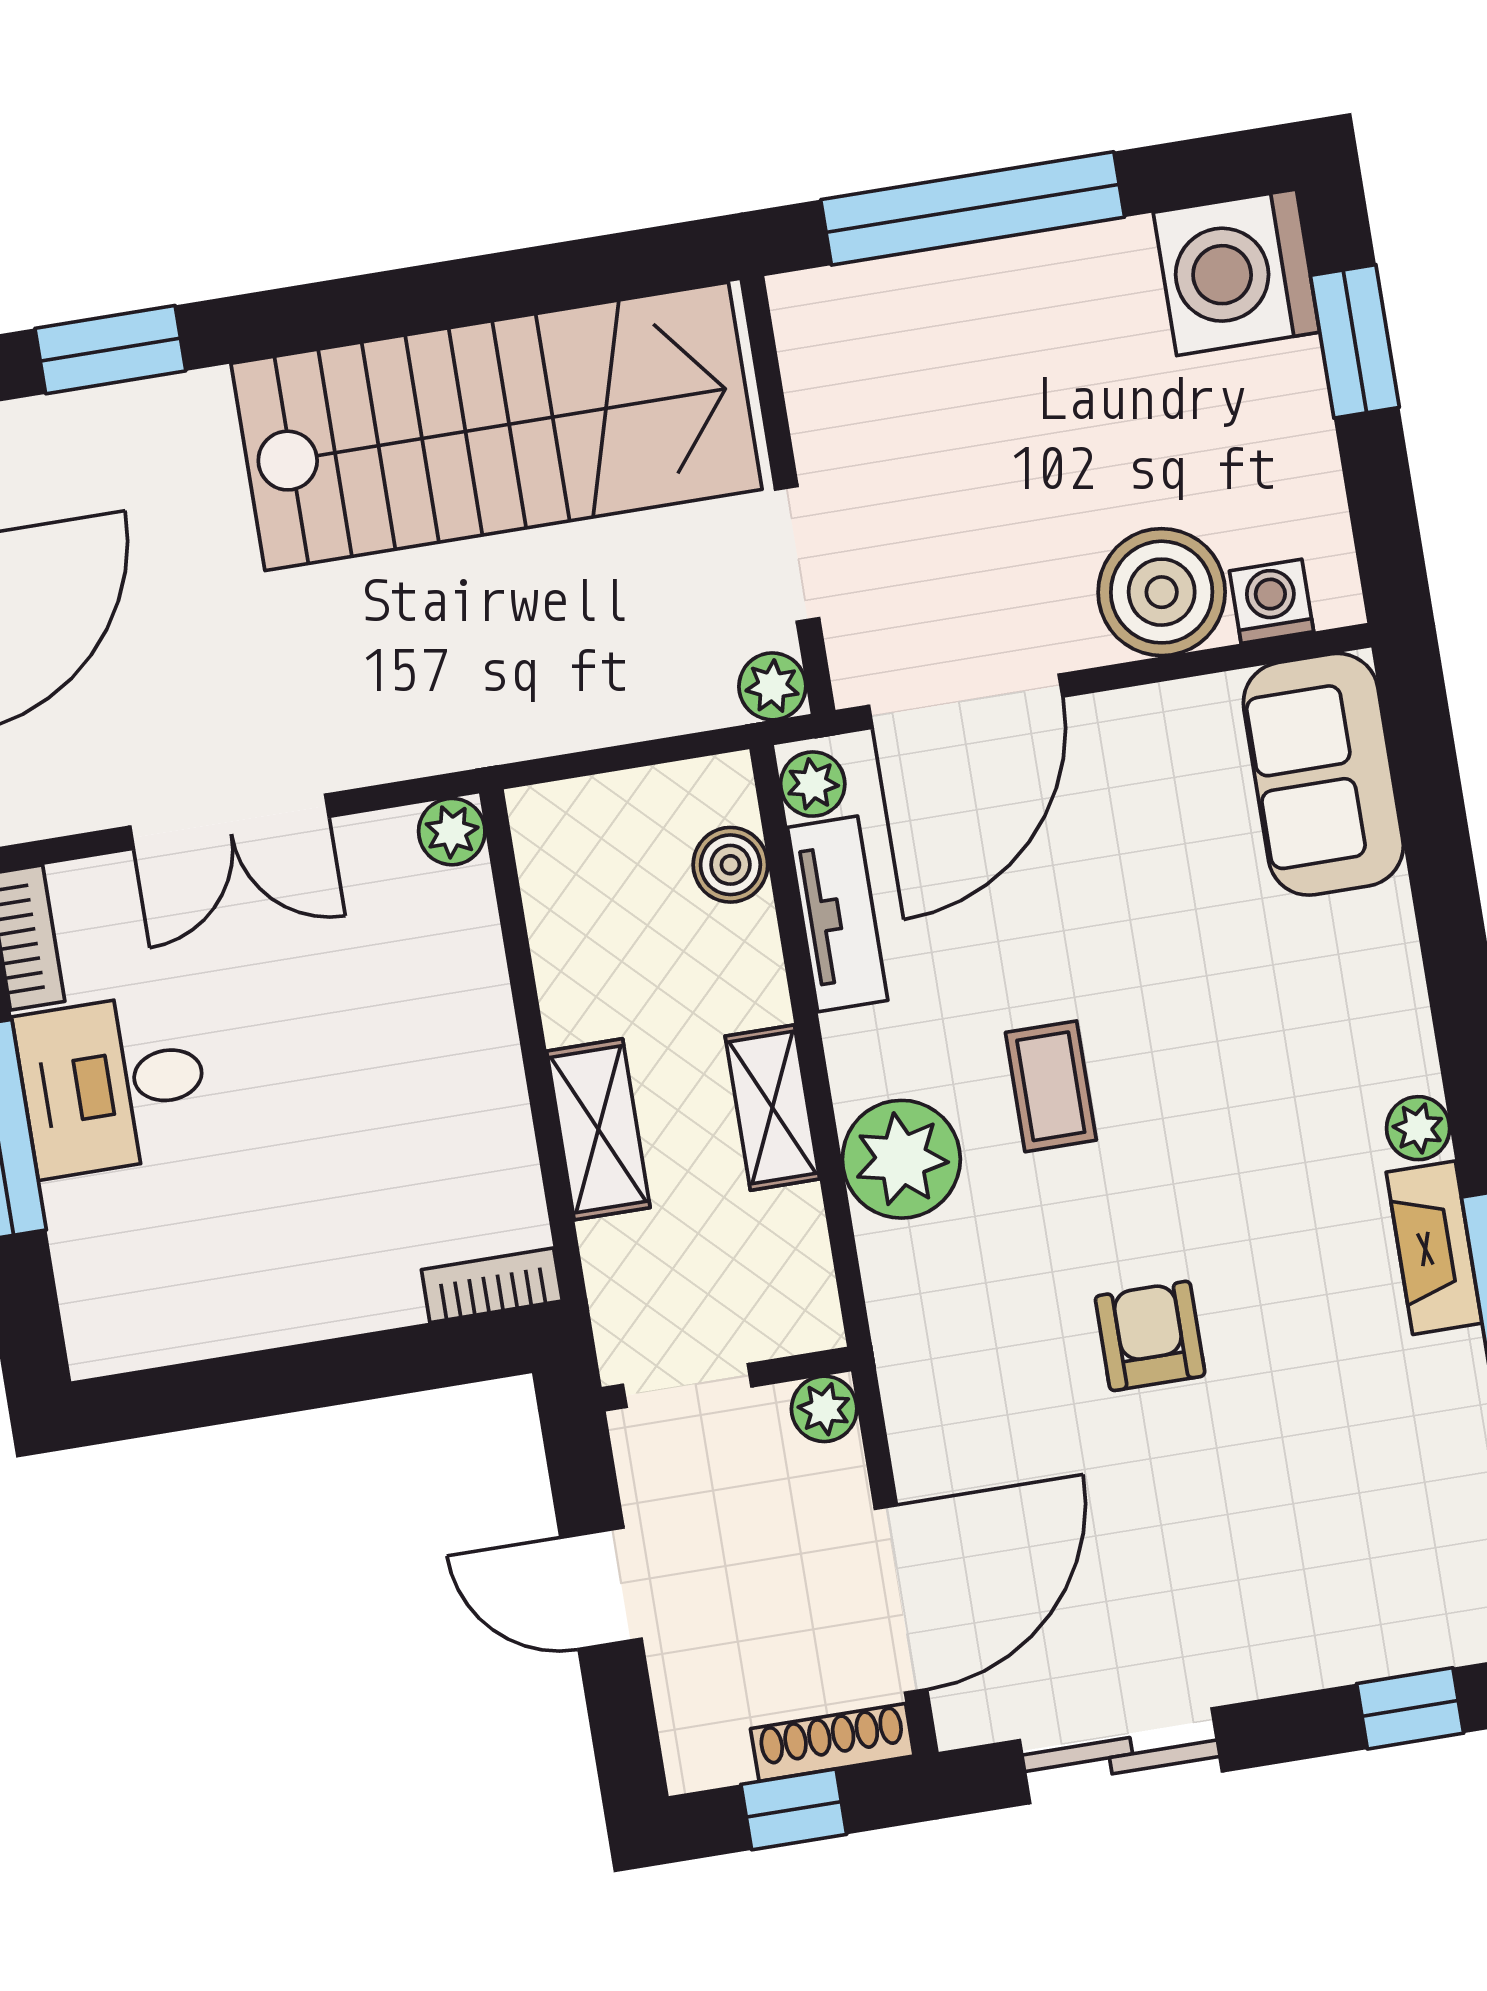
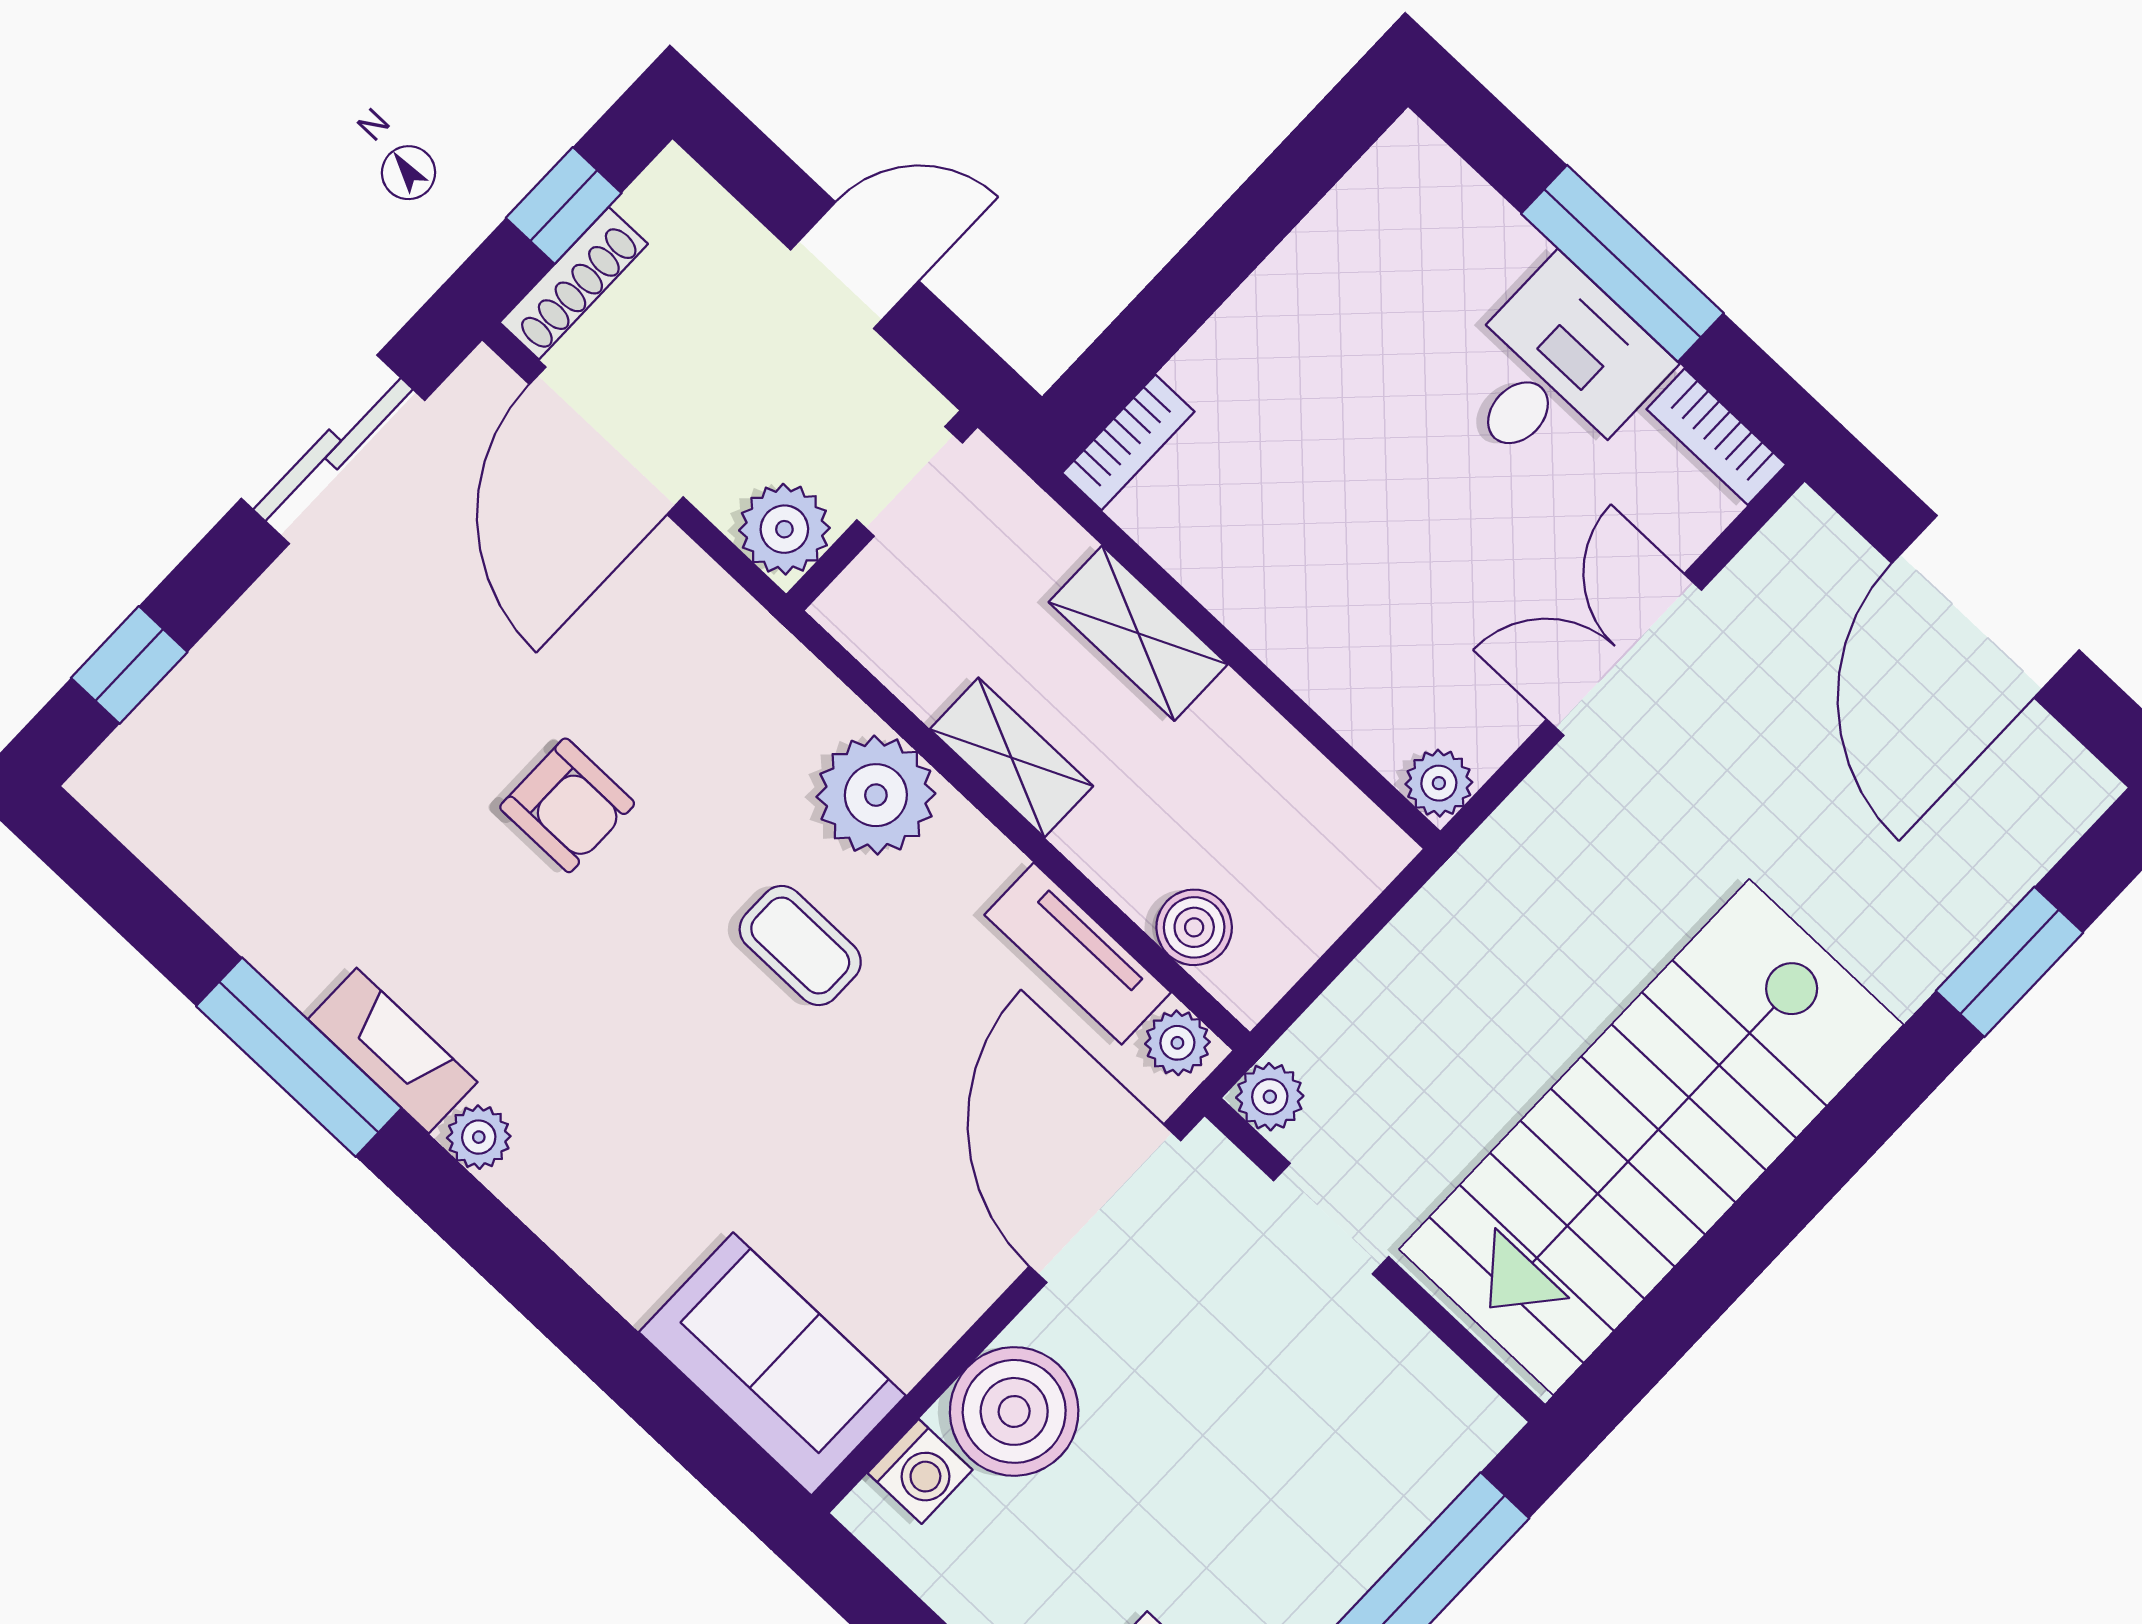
plant: (824, 1409) -> (784, 529), width x1.38, depth x1.38

